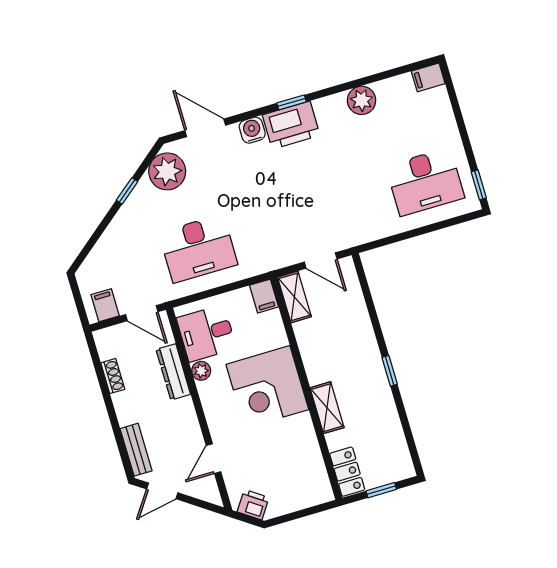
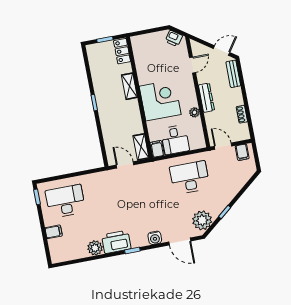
filing cabinet: (428, 77) -> (54, 232), moved
printer: (291, 125) -> (116, 242), moved
desk: (206, 333) -> (175, 140), moved, turned 90
dresser: (173, 372) -> (206, 98), moved

